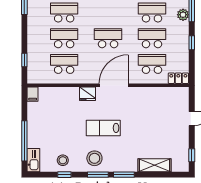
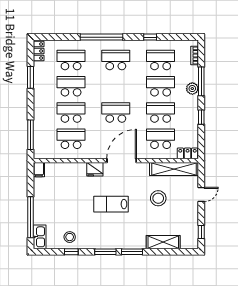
window: (24, 60) -> (30, 135), width x2.17
shelving: (165, 93) -> (174, 169), added
stool: (94, 158) -> (158, 198), moved

